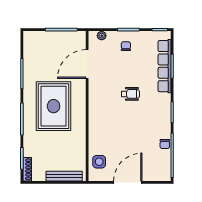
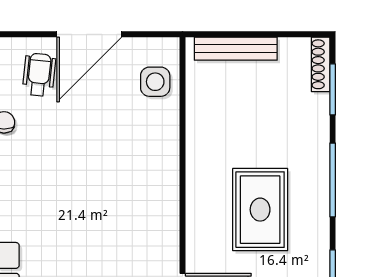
wheelchair: (130, 94) -> (39, 75), moved, turned 96
rug: (54, 106) -> (260, 210), width x0.73, depth x0.69

